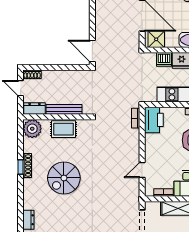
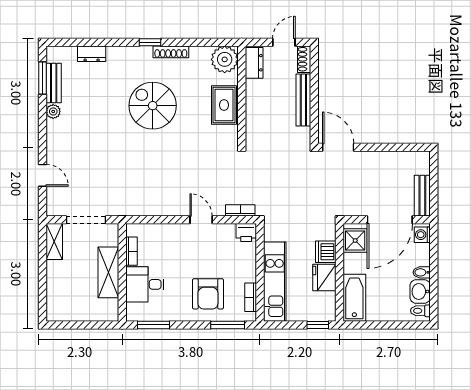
door: (92, 51) -> (338, 147), hinge flipped
bench: (64, 109) -> (303, 100), moved
printer: (154, 120) -> (246, 233), width x0.53, depth x0.68
window: (21, 167) -> (150, 42), moved
door: (142, 170) -> (201, 220), moved

